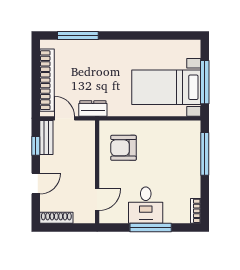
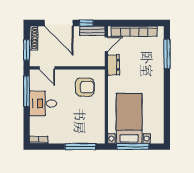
armchair: (123, 148) -> (85, 87), turned 90
door: (36, 183) -> (59, 23), width x1.87
window: (73, 228) -> (27, 50), added
window: (151, 228) -> (27, 91), moved

